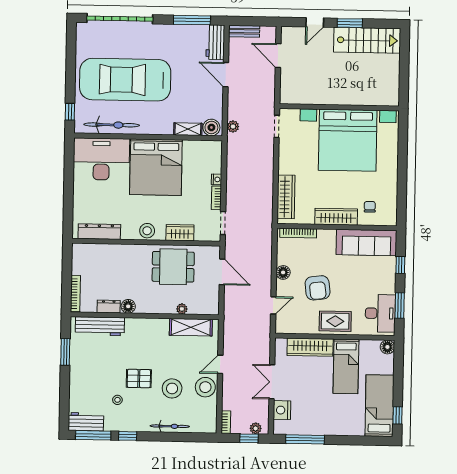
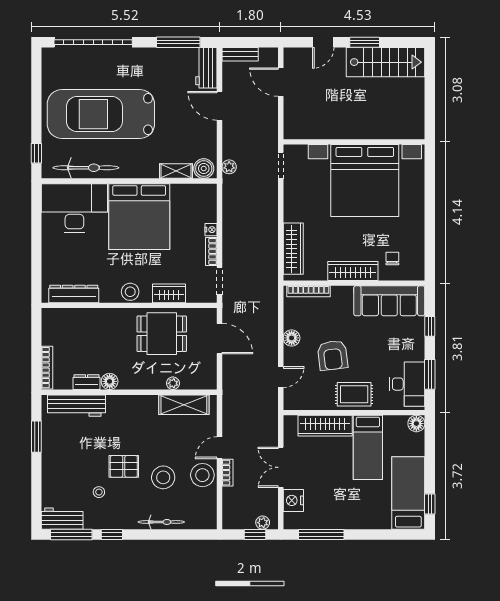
bookcase: (226, 422) -> (227, 473), moved

